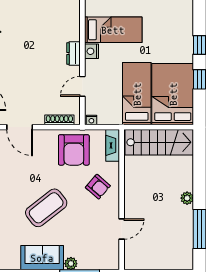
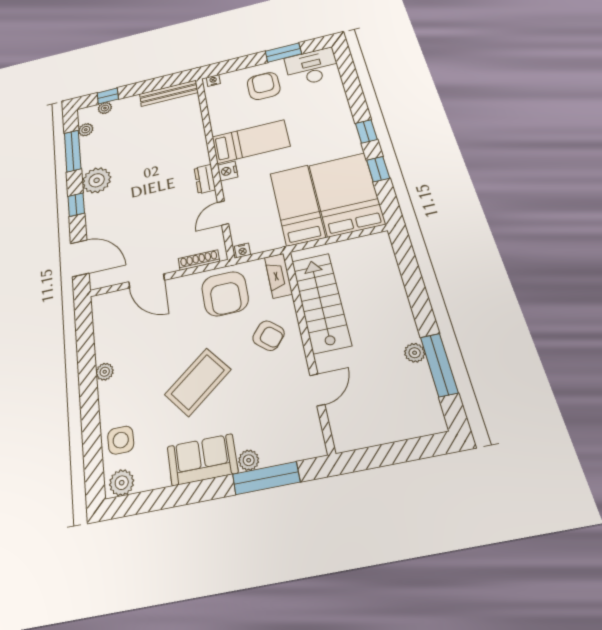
stairs: (159, 142) -> (321, 302), moved, turned -90
plant: (187, 198) -> (415, 353), moved

